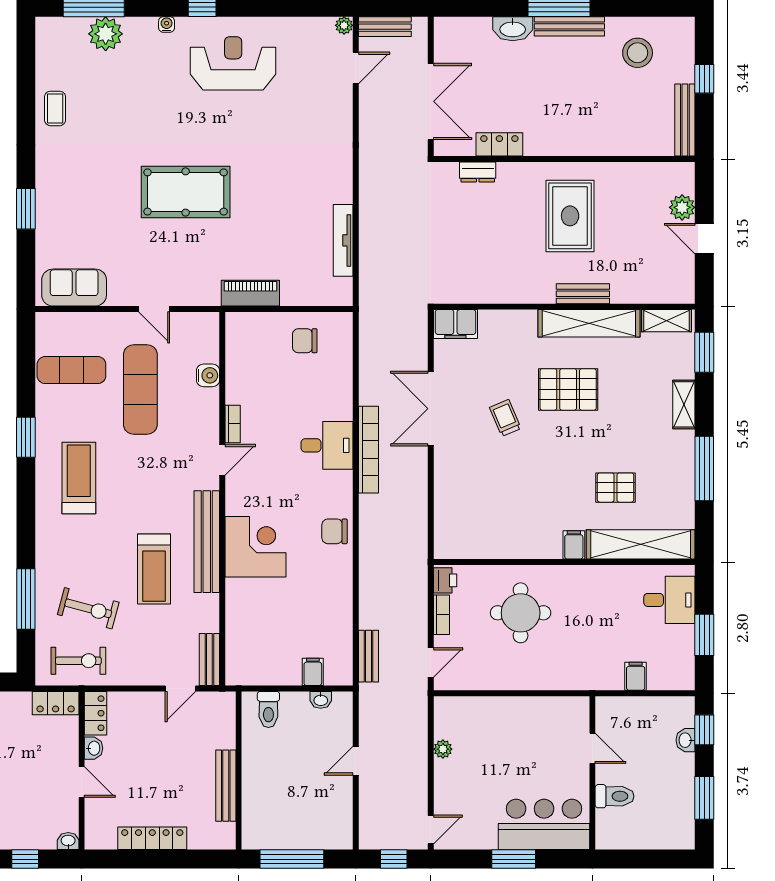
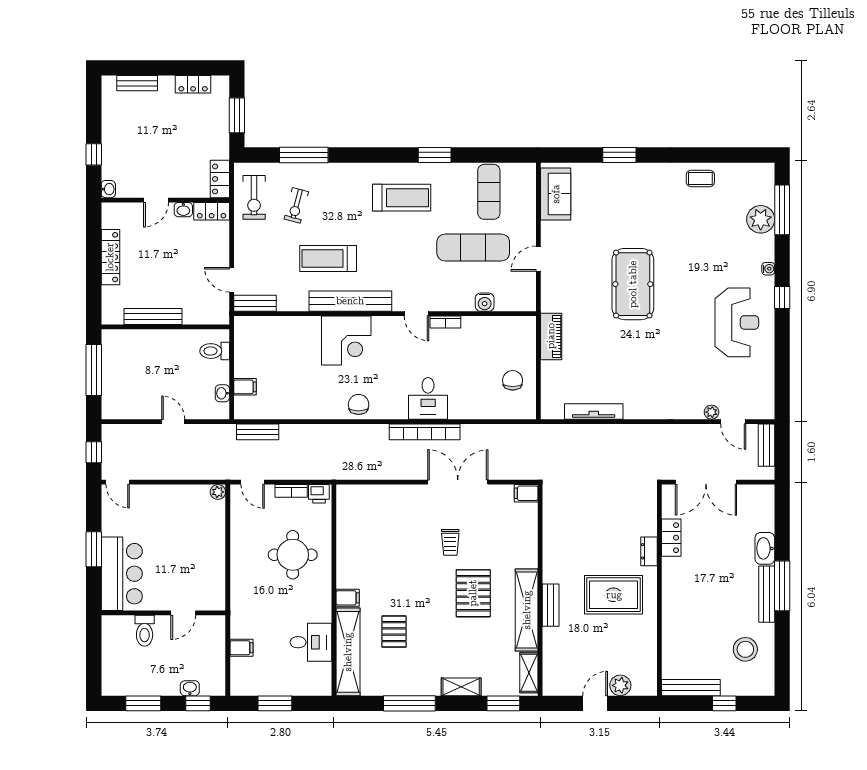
plant: (344, 25) -> (711, 412), moved
dresser: (478, 172) -> (649, 551), moved
filing cabinet: (455, 324) -> (526, 493), width x0.50
trolley: (505, 418) -> (450, 542), turned 113
desk: (669, 600) -> (311, 642), moved, turned -90
exercise bike: (88, 608) -> (296, 205), width x0.73, depth x0.72
plant: (443, 749) -> (218, 492), moved

